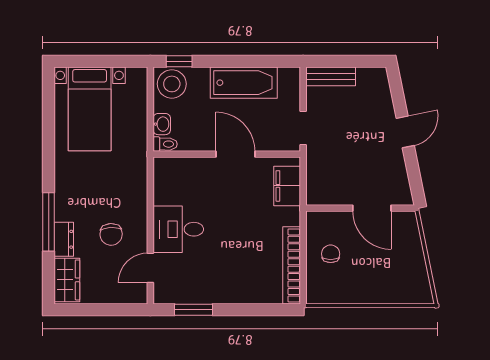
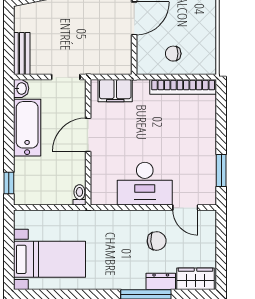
stool: (172, 84) -> (28, 189), removed
washbasin: (162, 124) -> (21, 88), moved, turned 90
desk: (178, 229) -> (145, 184), width x1.37

